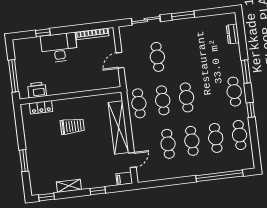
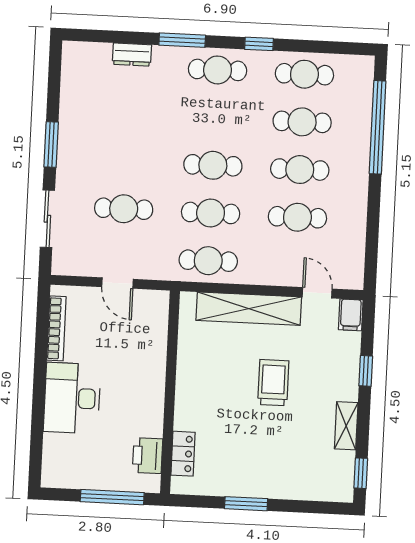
window: (43, 33) -> (37, 425), removed
dresser: (233, 34) -> (132, 55), moved
trolley: (72, 126) -> (273, 383), moved
window: (24, 161) -> (246, 504), moved

